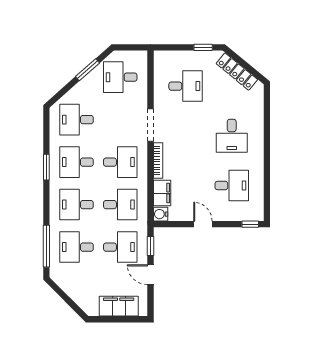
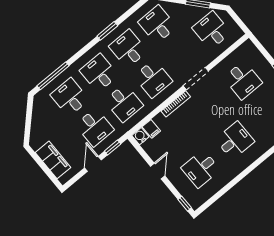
desk: (232, 136) -> (235, 140), turned 180
desk: (232, 185) -> (201, 169), turned 90
filing cabinet: (162, 193) -> (151, 129), width x0.50

